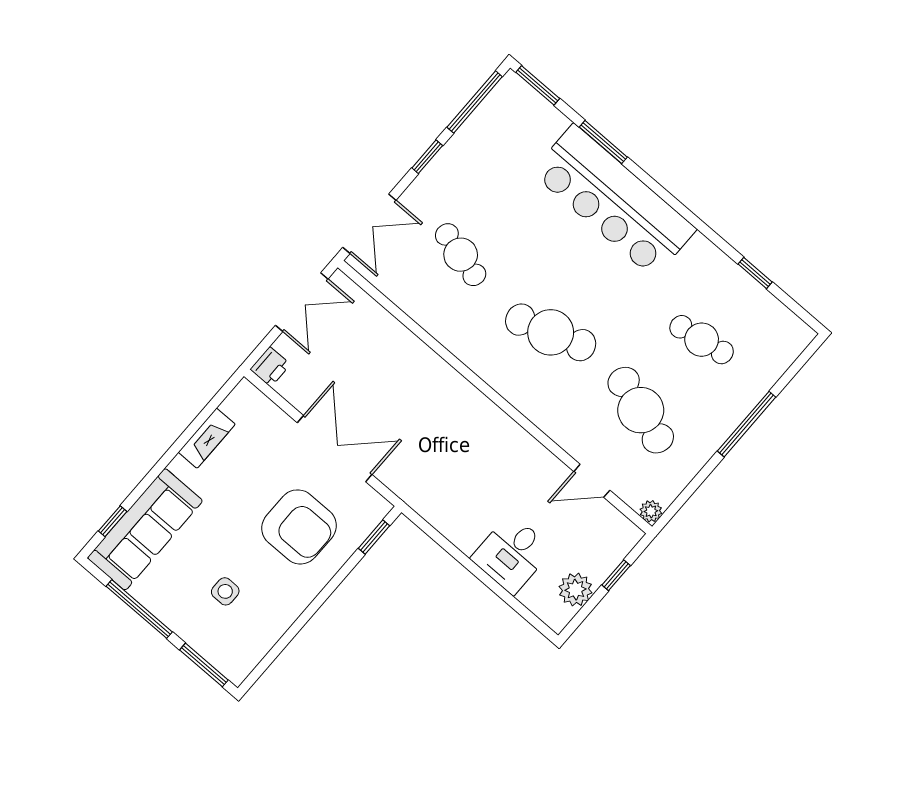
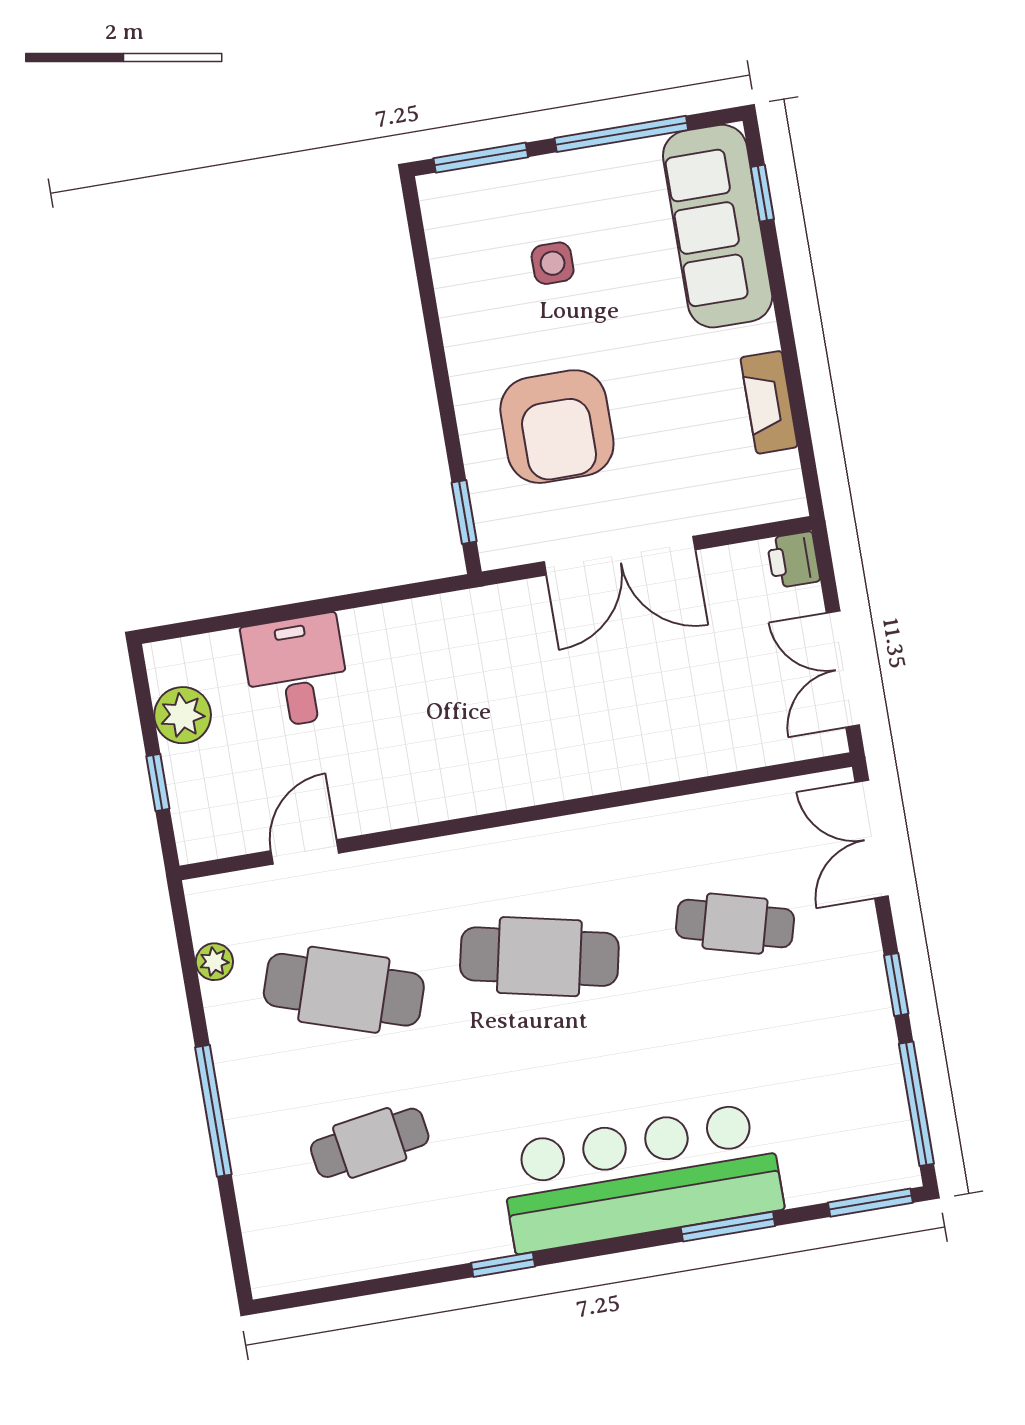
window: (755, 273) -> (503, 1265), moved
cafe table: (551, 332) -> (539, 957), turned 30
plant: (651, 511) -> (214, 962), moved
armchair: (299, 527) -> (557, 427), turned -90

